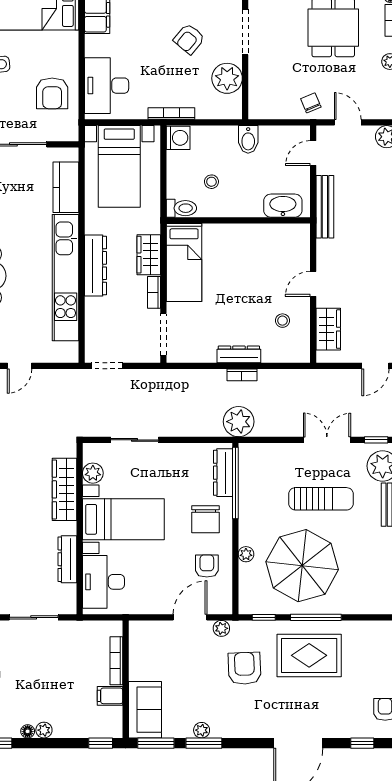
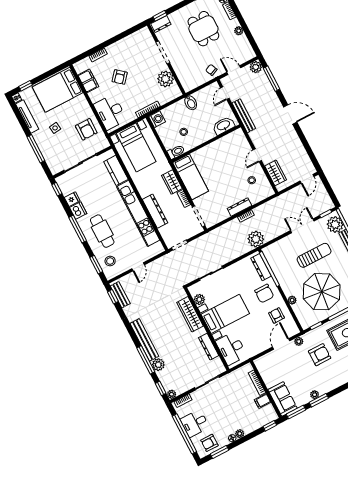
armchair: (189, 39) -> (120, 77), moved
dresser: (96, 266) -> (155, 211), moved
armchair: (244, 668) -> (320, 355), turned 92

